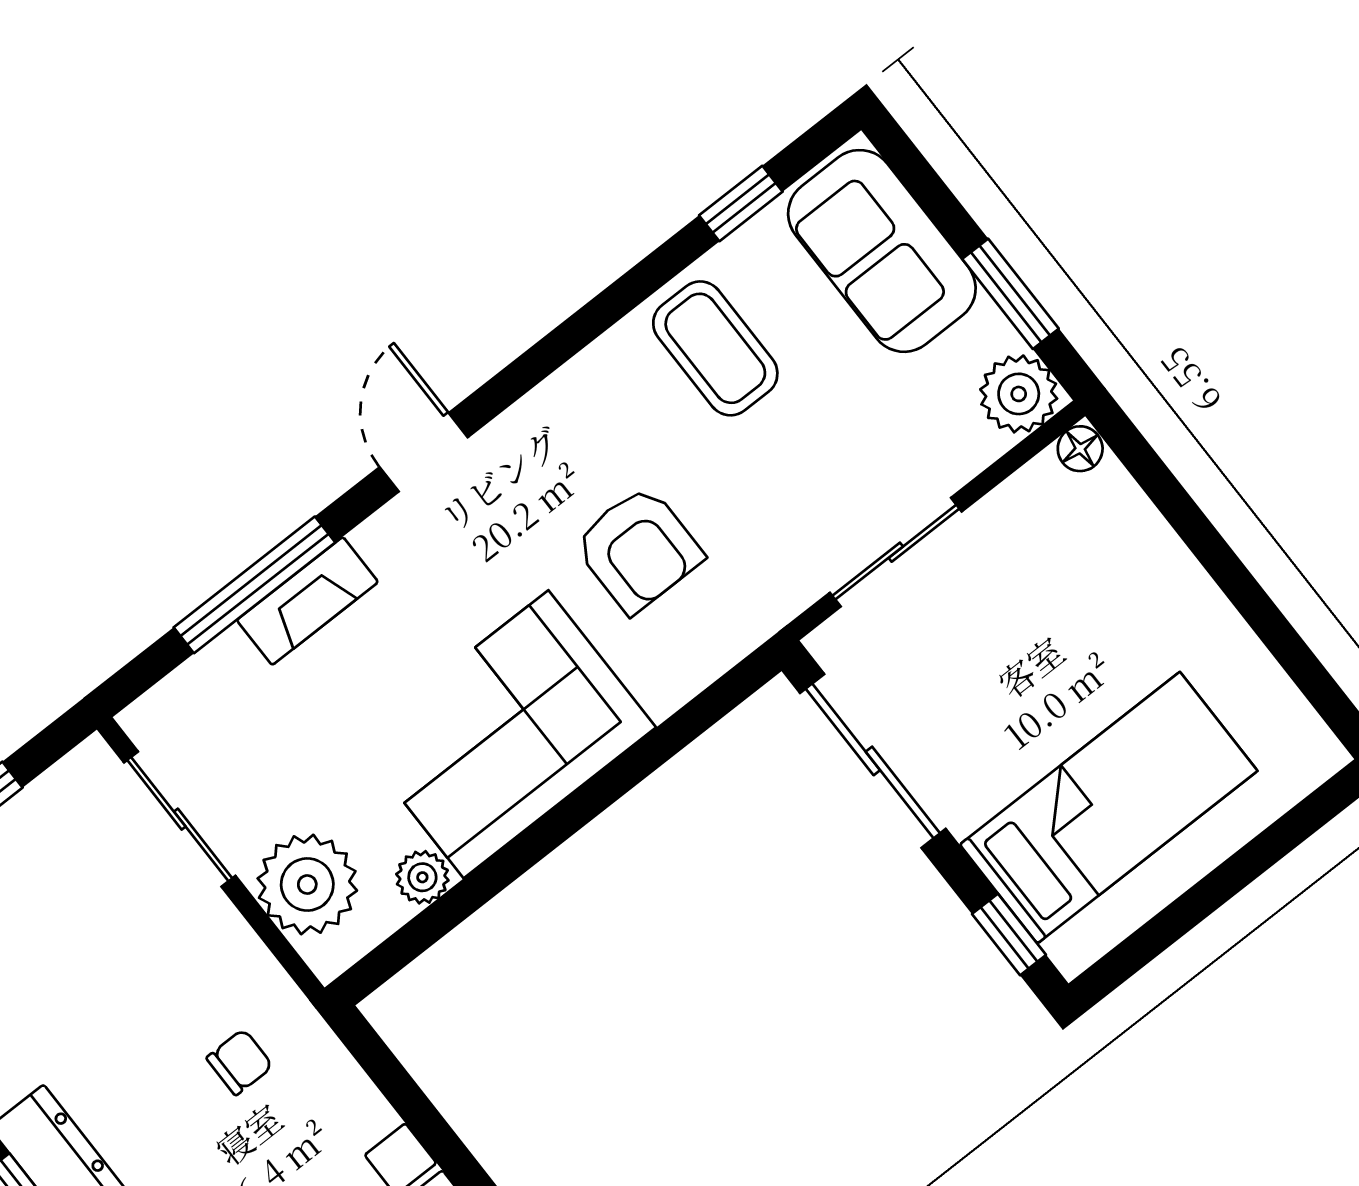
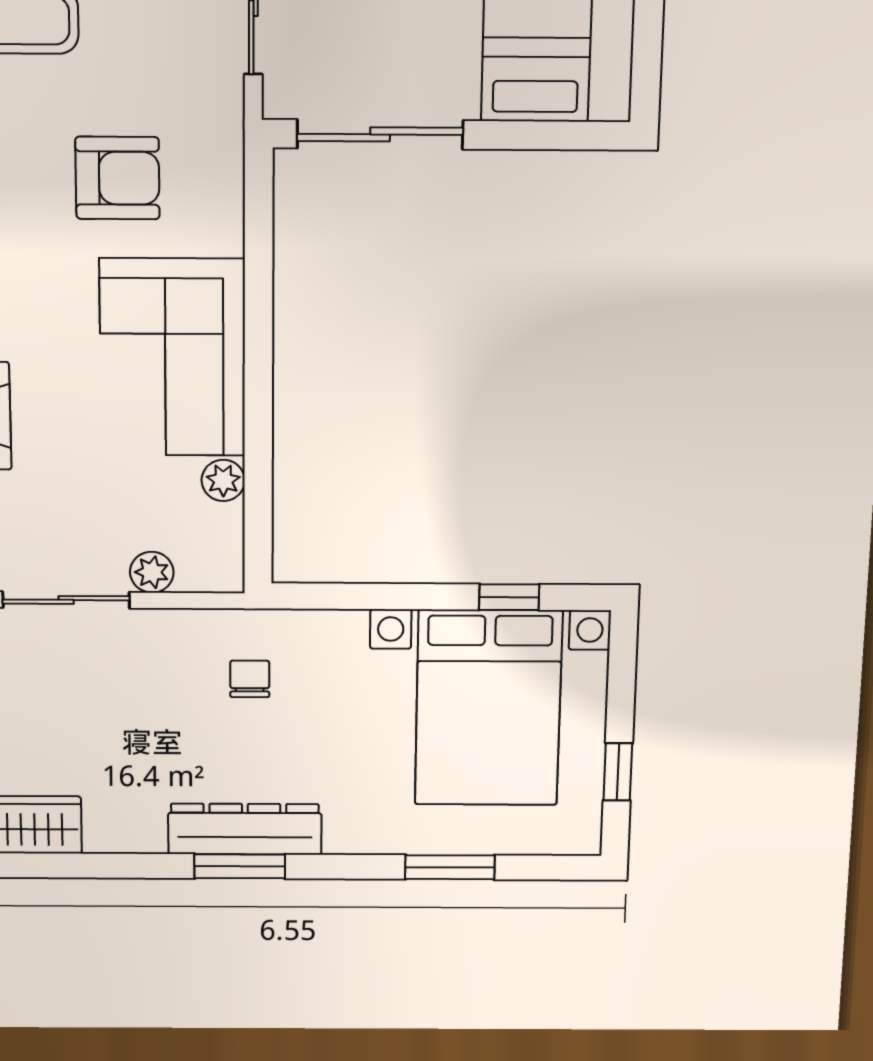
plant: (307, 885) -> (152, 572), width x0.53, depth x0.53
window: (1009, 934) -> (566, 136), removed

